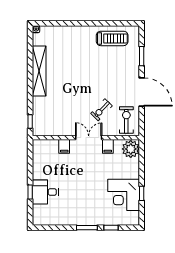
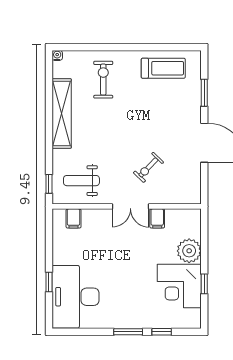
weight bench: (53, 119) -> (81, 181), added
exercise bike: (126, 120) -> (103, 80), moved
double door: (89, 138) -> (130, 206), swing flipped
filing cabinet: (64, 146) -> (74, 218), moved
plant: (131, 149) -> (189, 251), moved
desk: (45, 192) -> (76, 297), width x1.87, depth x1.30

